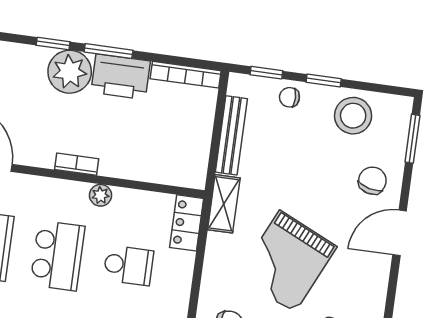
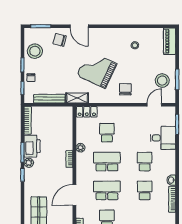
plant: (70, 72) -> (29, 163), width x0.53, depth x0.53
grand piano: (287, 261) -> (97, 70), turned 180

